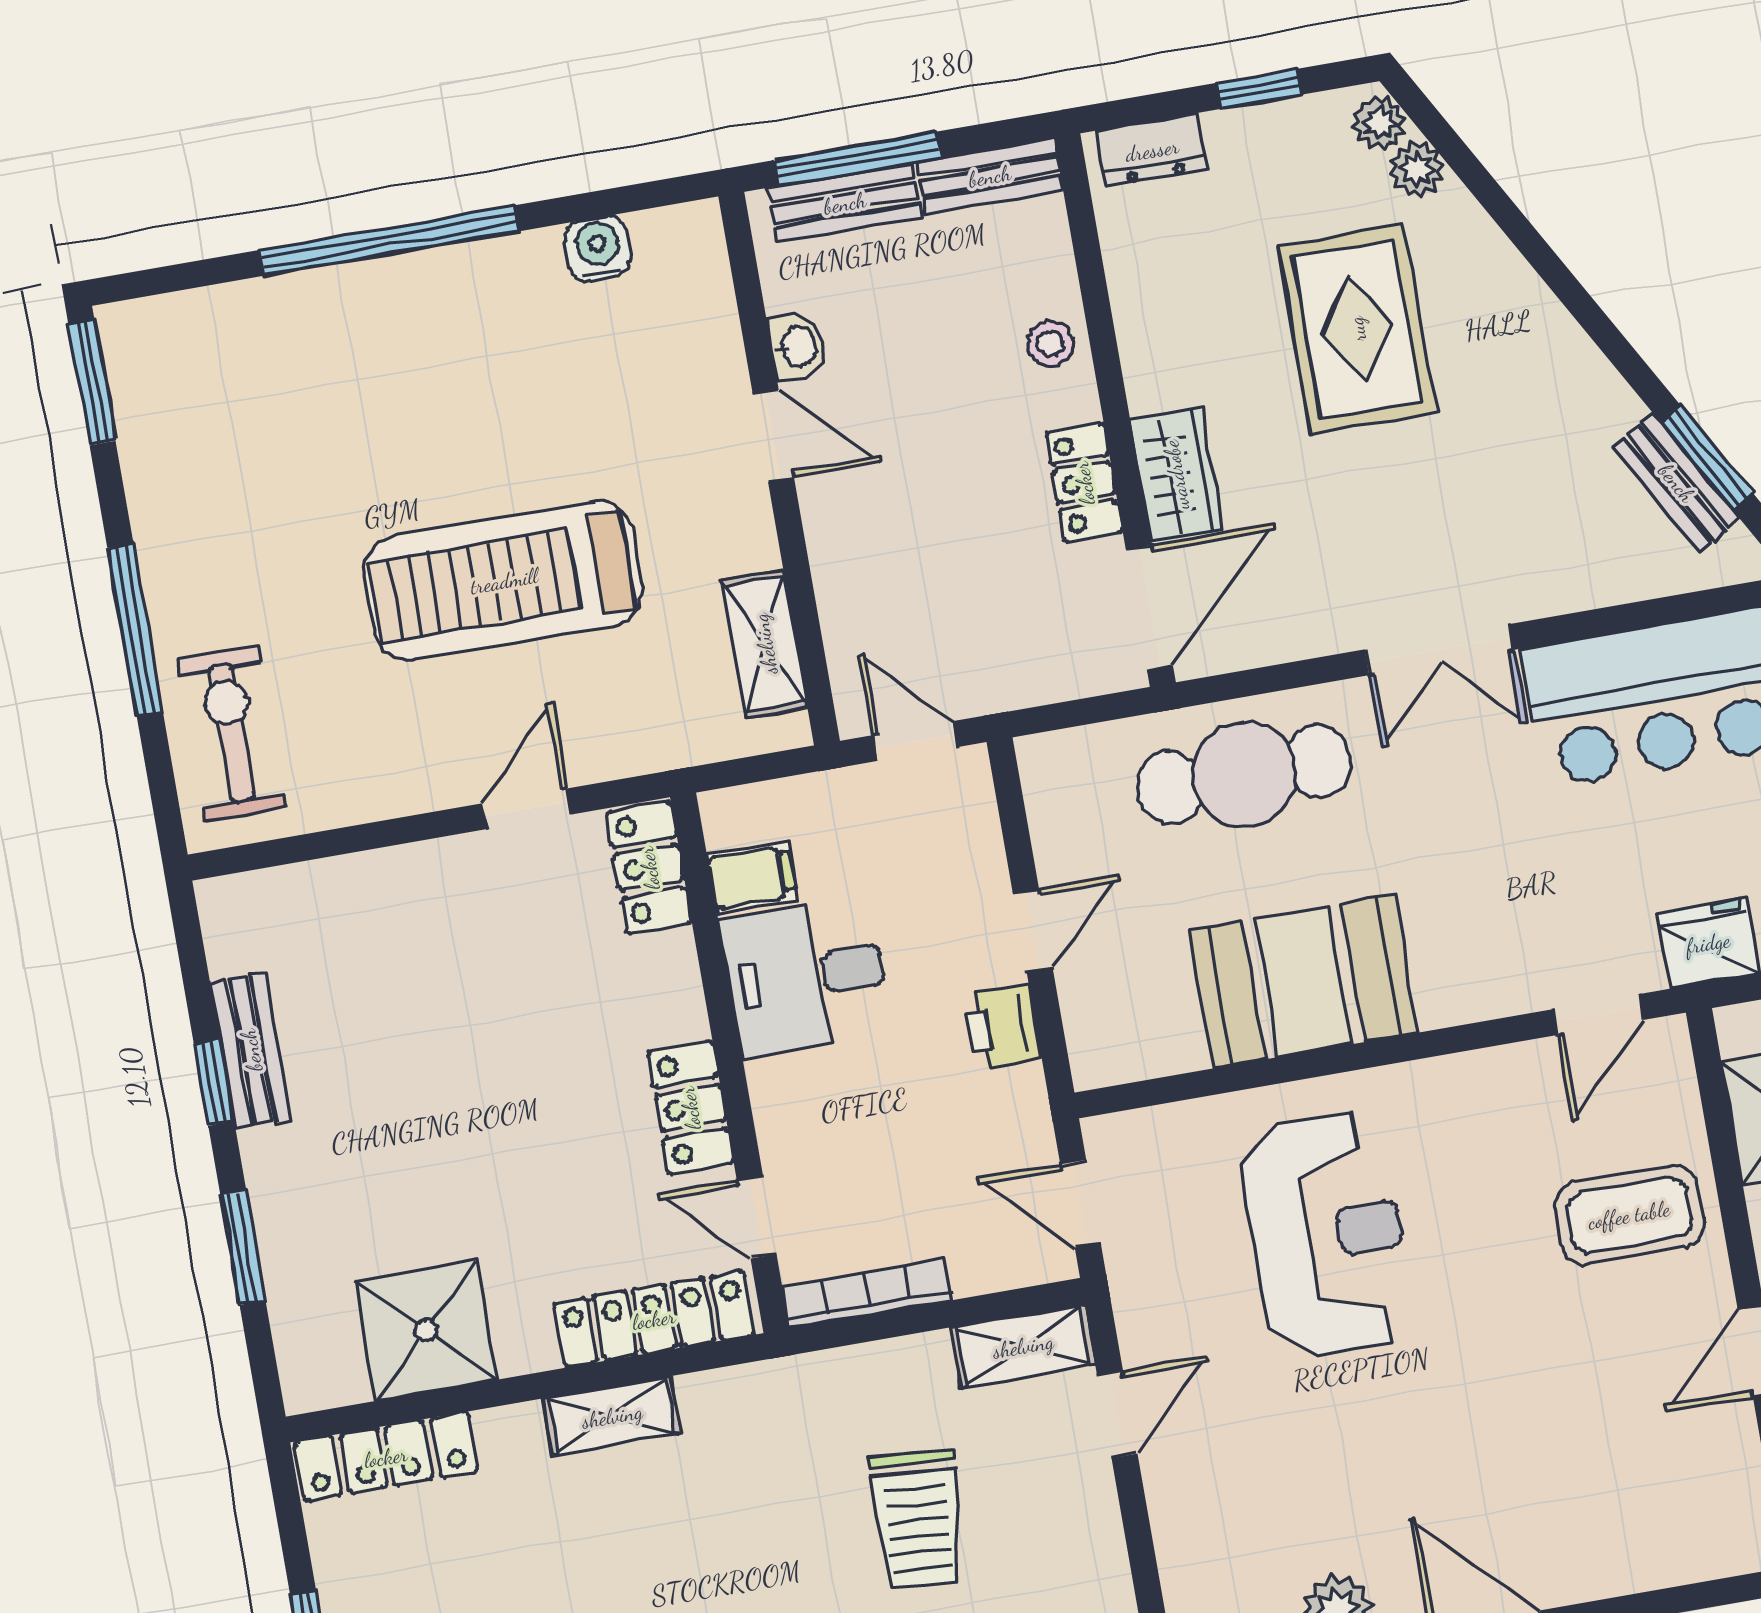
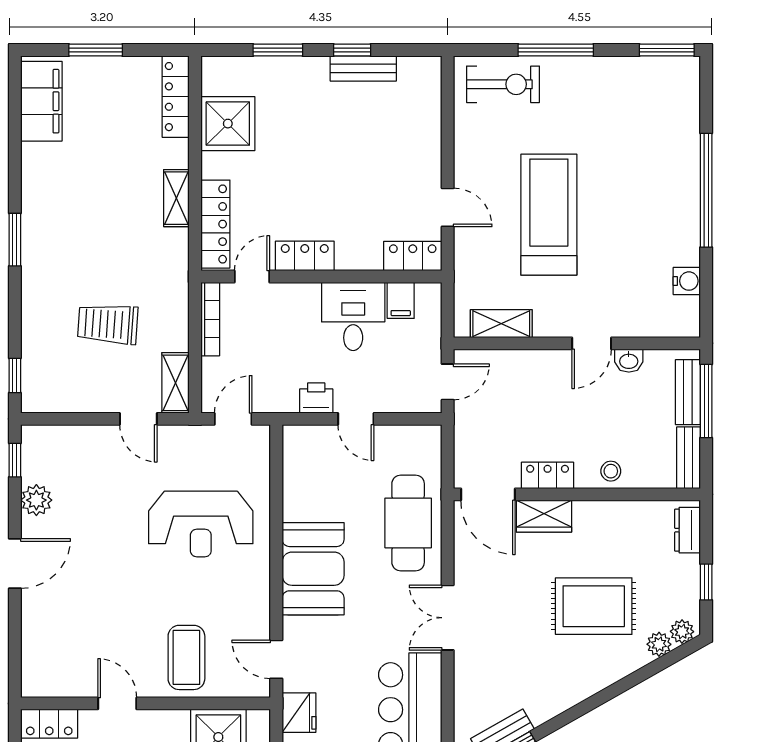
booth: (1304, 982) -> (313, 569), moved

